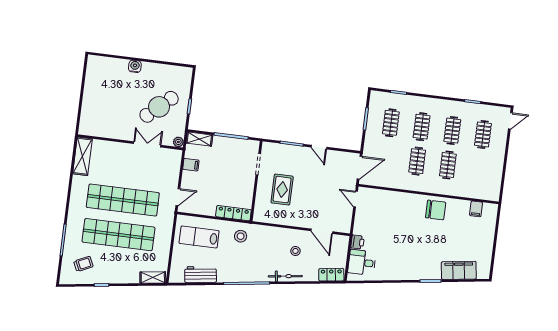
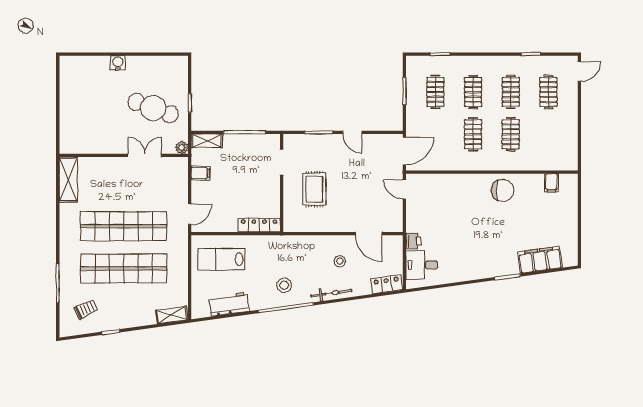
cafe table: (159, 107) -> (153, 108), turned 62
stool: (241, 236) -> (284, 285), moved

